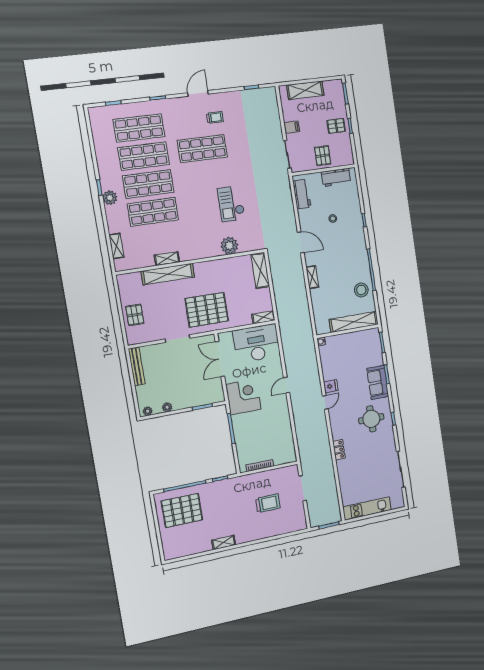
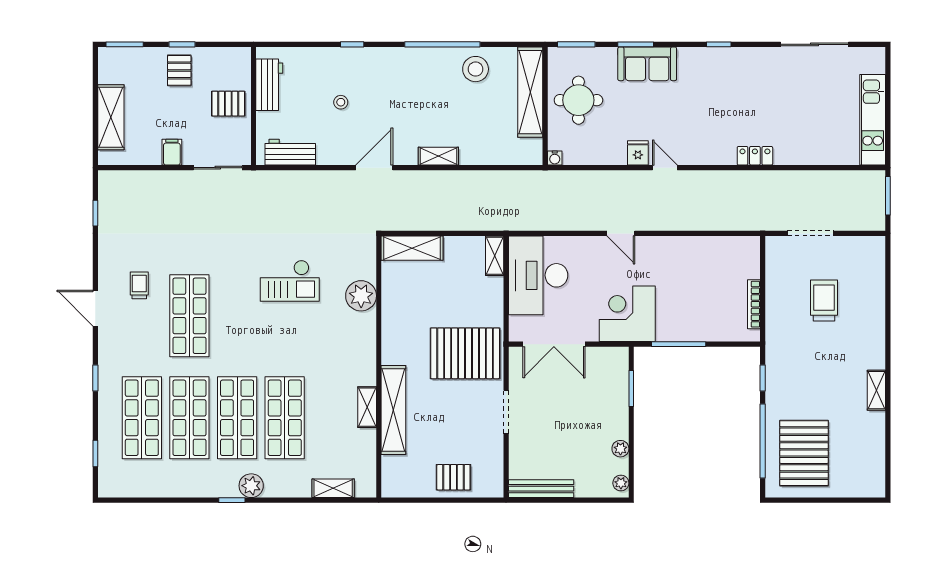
pallet: (207, 310) -> (465, 353), turned 90
round table: (371, 419) -> (578, 100), moved

